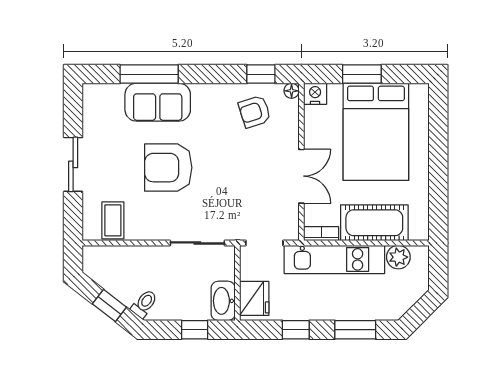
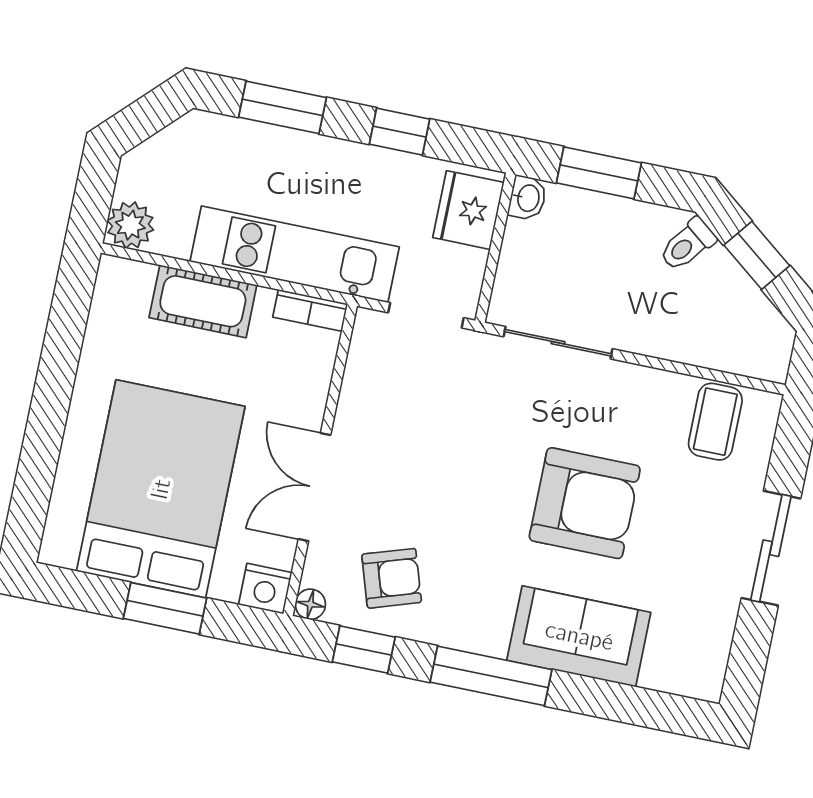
window: (149, 74) -> (491, 676), moved
double door: (301, 176) -> (314, 487), moved
cot: (374, 223) -> (203, 301), width x0.73, depth x0.75
plant: (398, 257) -> (130, 225), moved
washbasin: (223, 301) -> (527, 198), width x0.52, depth x0.69
window: (195, 330) -> (599, 173), width x1.50

